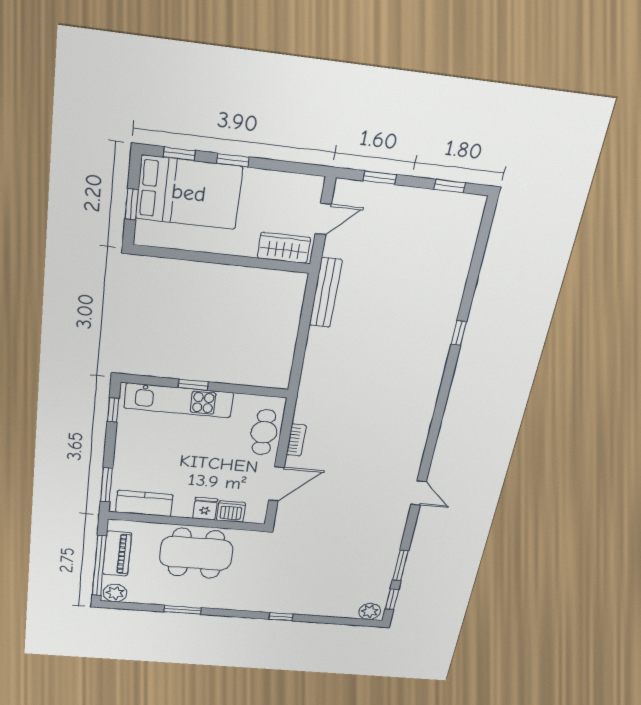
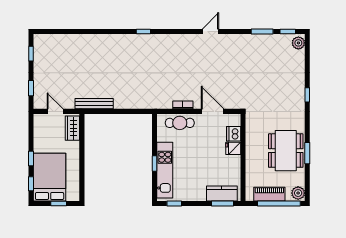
window: (459, 333) -> (143, 31), moved
kitchen counter: (144, 503) -> (222, 193), moved, turned 90
dining table: (196, 553) -> (286, 151), moved

